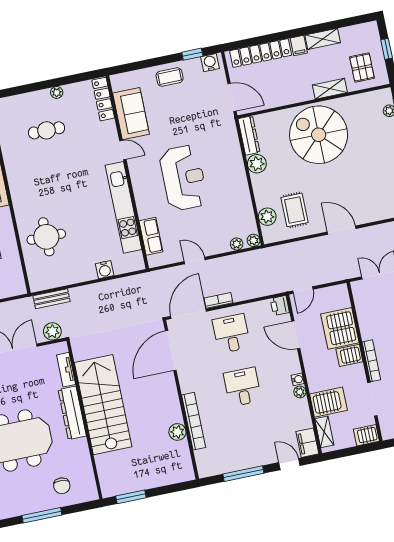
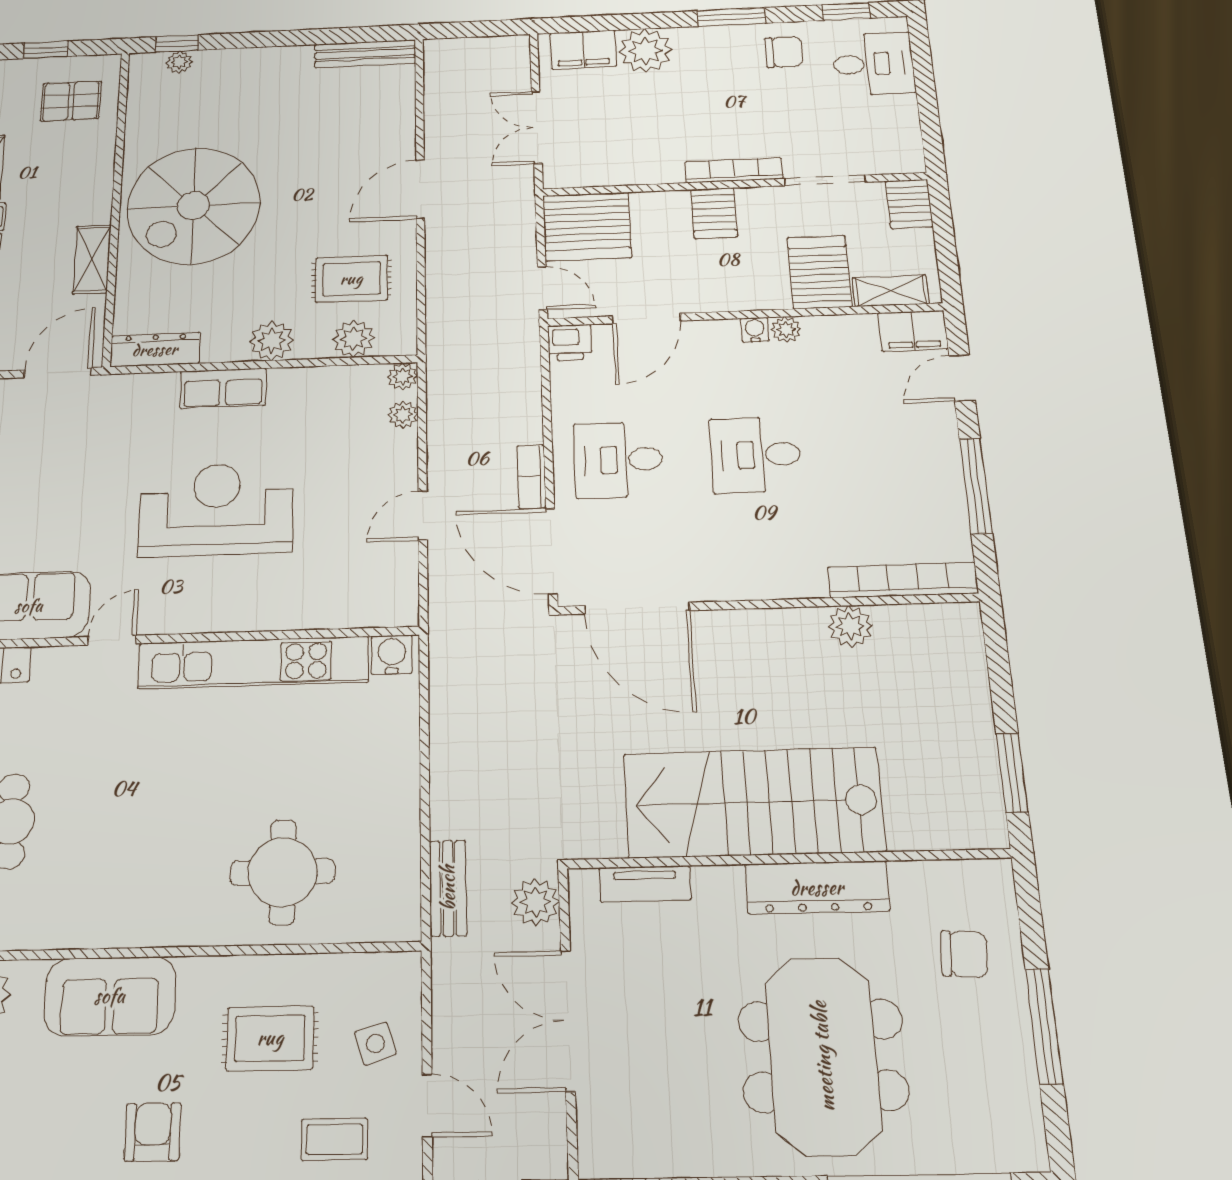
shelving: (330, 89) -> (92, 259), moved
plant: (257, 164) -> (272, 341), moved
row of seats: (151, 236) -> (223, 388), moved, turned 180
water cooler: (105, 270) -> (392, 655), moved, turned -90
server rack: (340, 328) -> (587, 227), moved
dresser: (72, 413) -> (817, 888), moved
bookcase: (194, 421) -> (903, 580), moved

